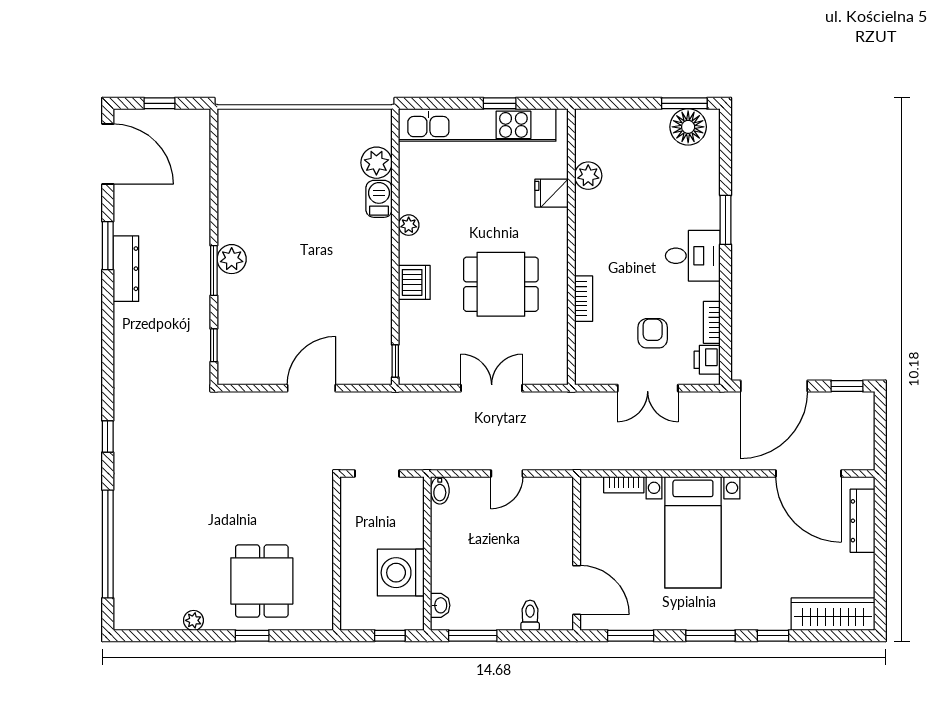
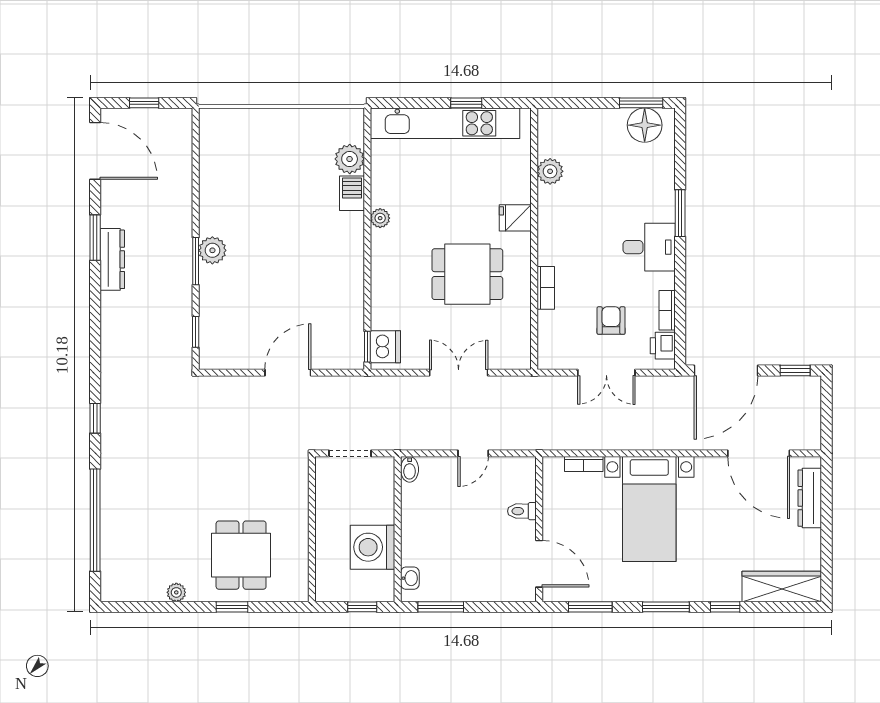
fridge: (551, 193) -> (515, 218), moved
dishwasher: (414, 282) -> (385, 347), moved
toilet: (530, 615) -> (522, 511), moved, turned -90

